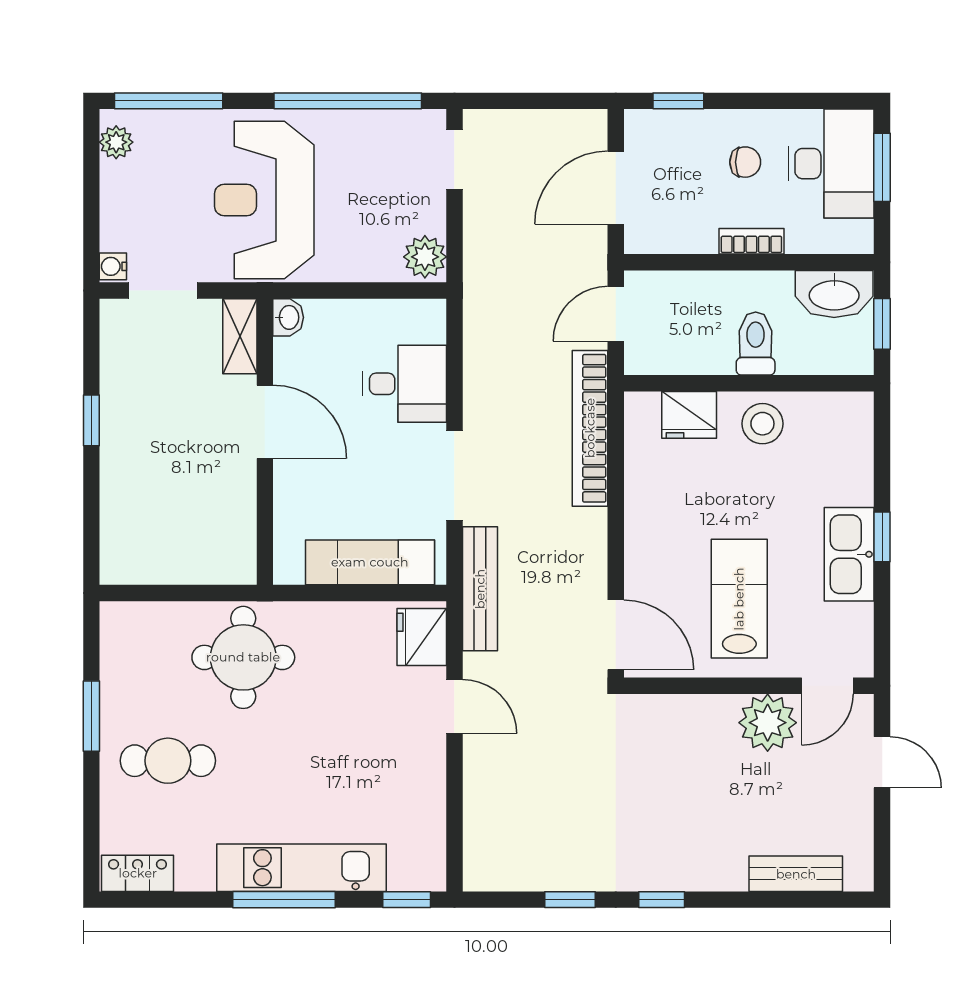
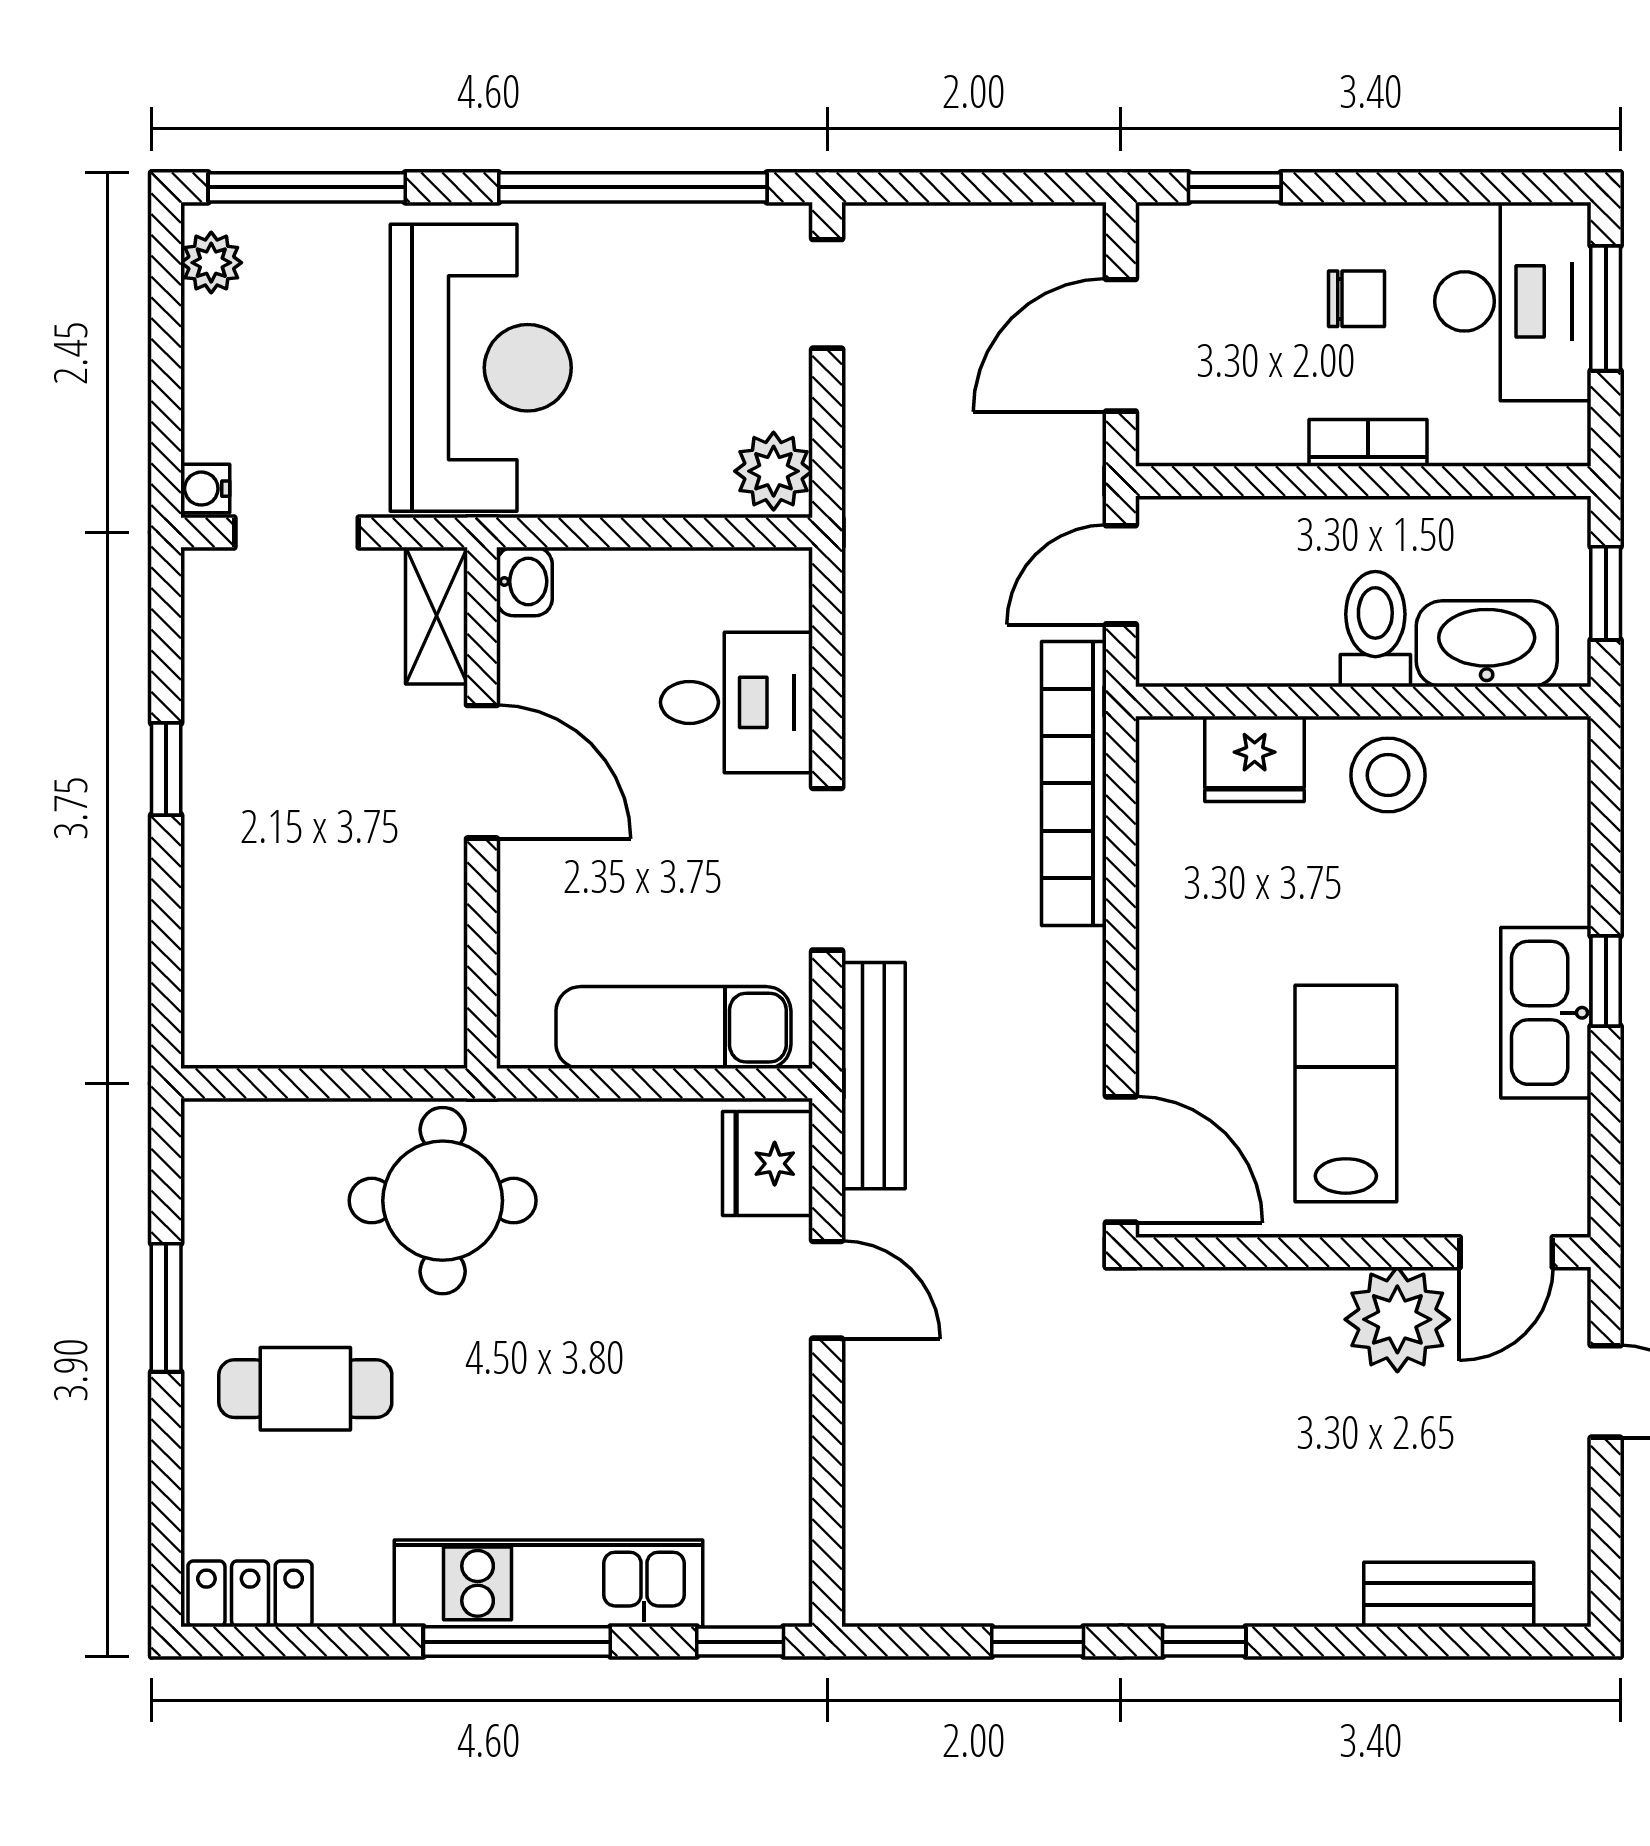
reception desk: (264, 200) -> (481, 368), turned 180
washbasin: (834, 294) -> (1487, 644), moved, turned 180

